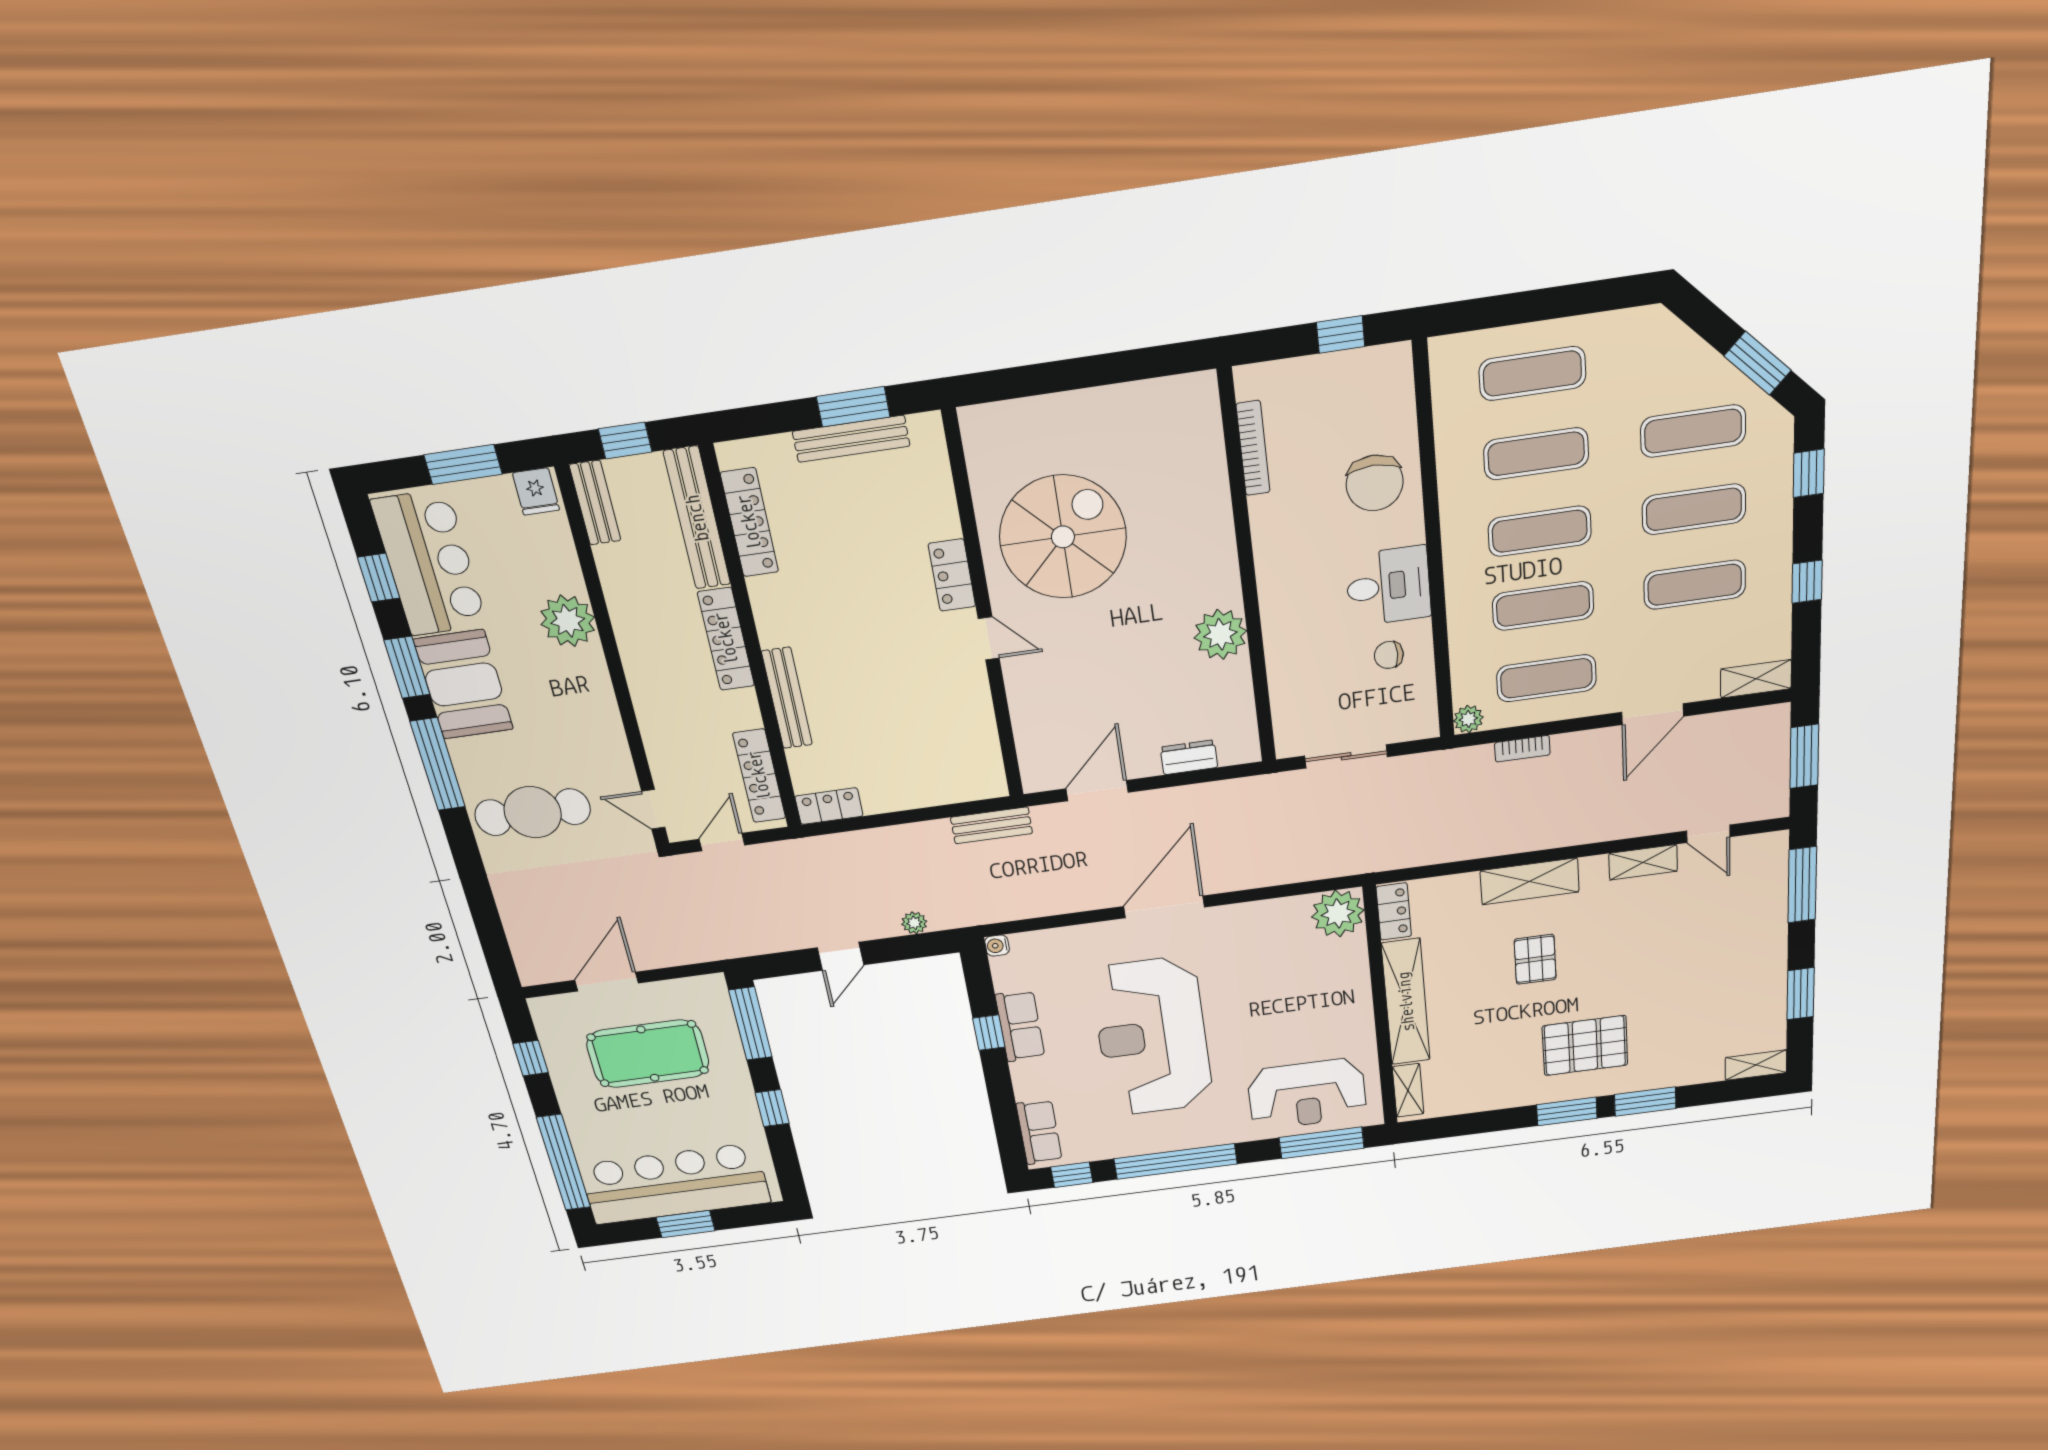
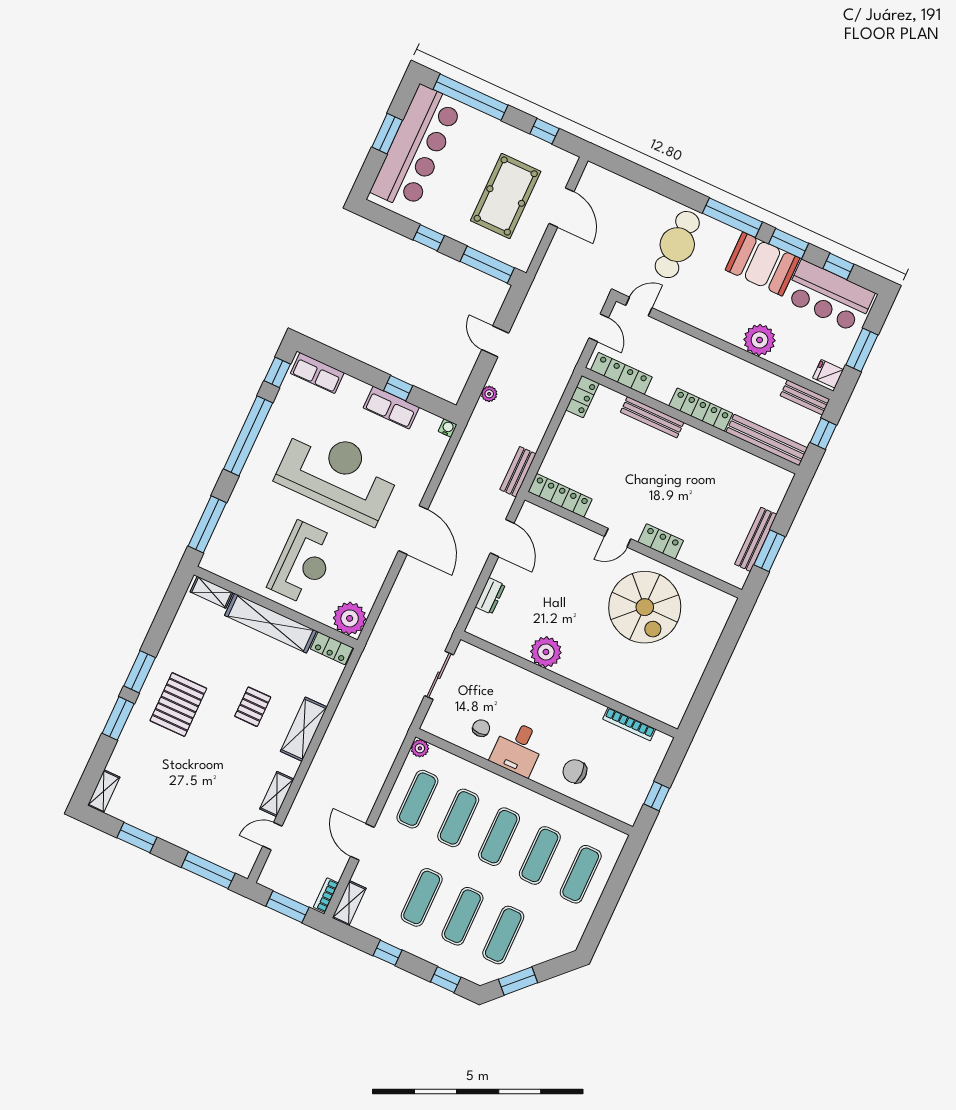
chair: (1375, 483) -> (575, 771), width x0.73, depth x0.73
locker: (749, 523) -> (560, 495), moved, turned 180
bookcase: (1522, 749) -> (326, 895), moved
pallet: (1535, 959) -> (253, 707), turned 90
reception desk: (1307, 1094) -> (303, 563), moved, turned 180

